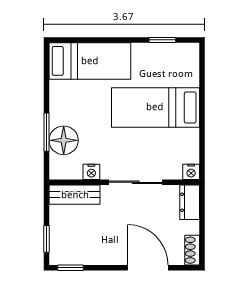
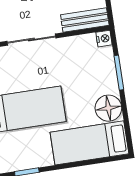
floor lamp: (64, 140) -> (108, 108), moved
nightstand: (91, 172) -> (104, 39), moved, turned 90

